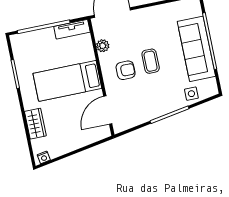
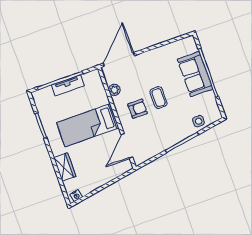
tv unit: (72, 29) -> (68, 85), moved
sofa: (196, 49) -> (195, 74), width x0.73

